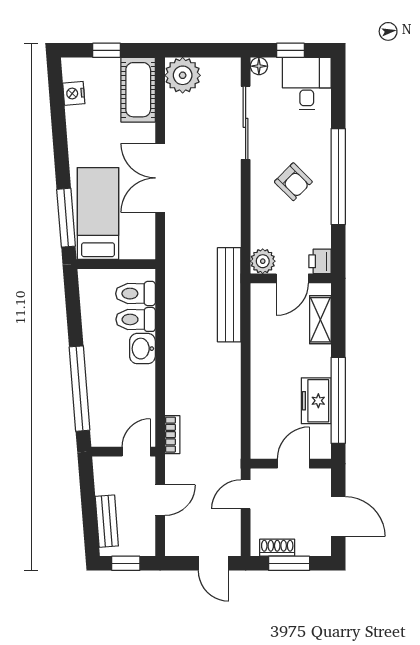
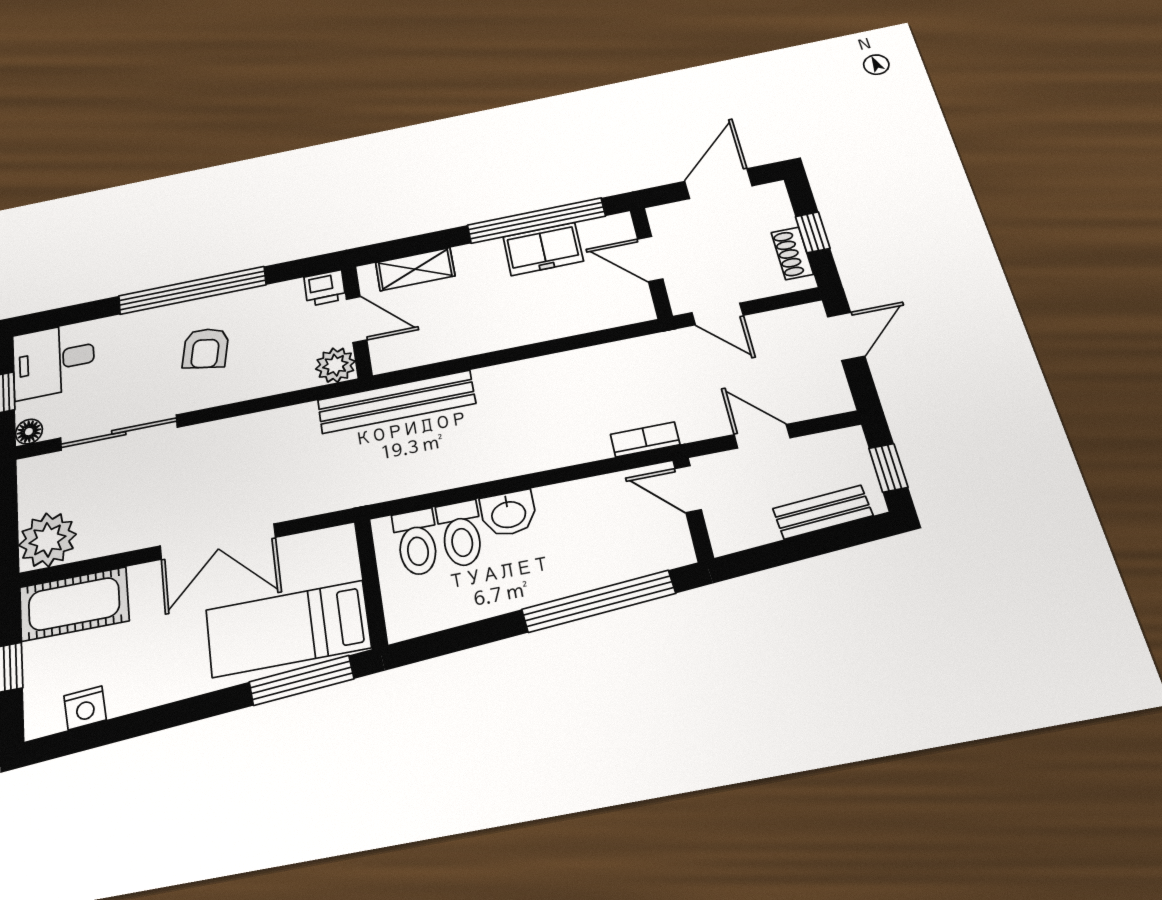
armchair: (293, 182) -> (206, 348), turned 146
window: (289, 563) -> (813, 232), width x0.67

